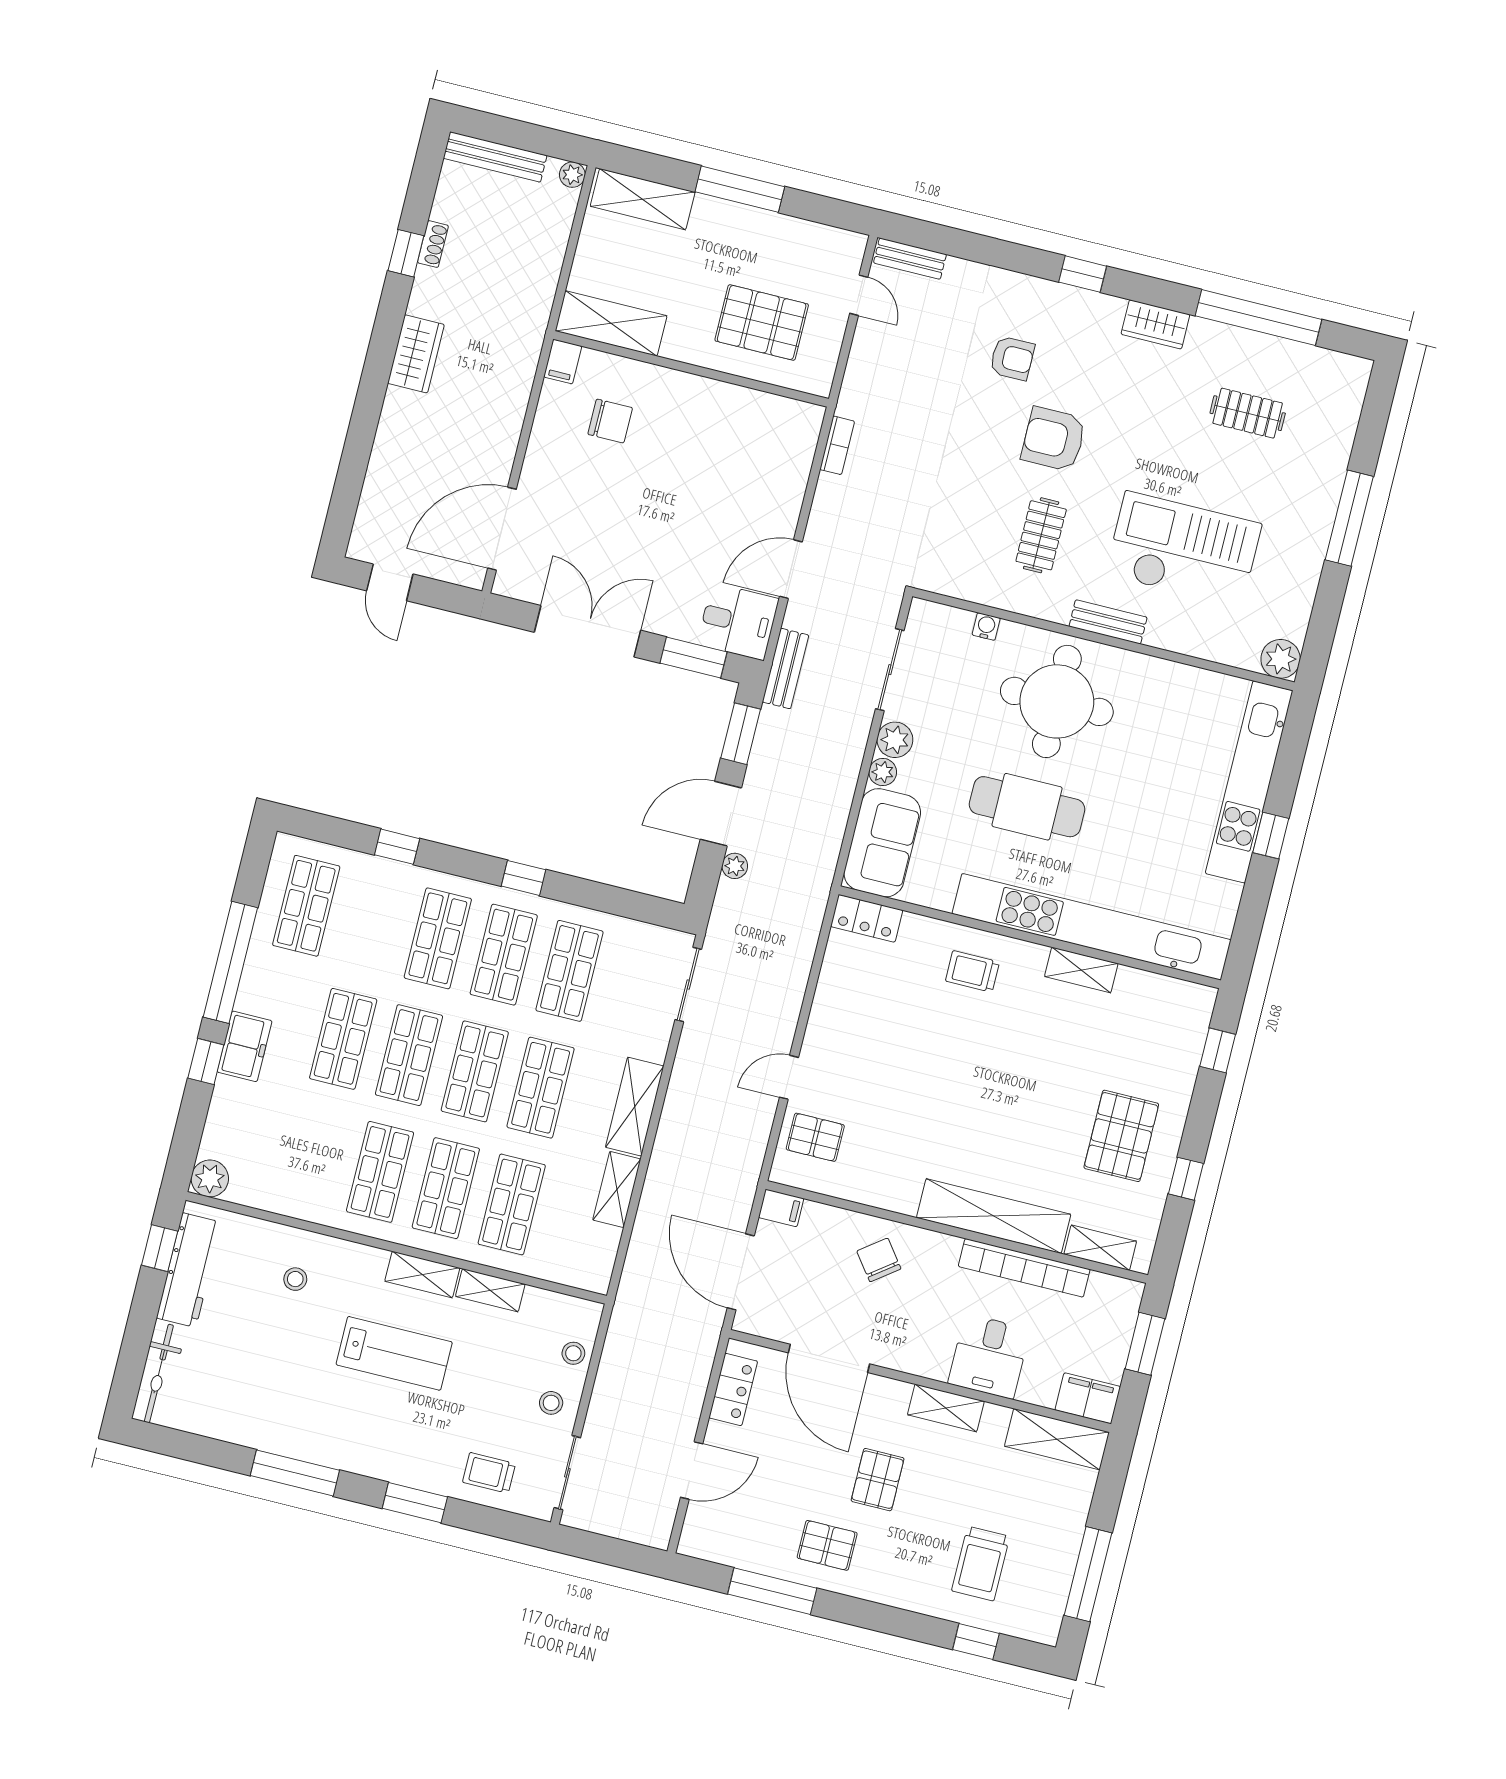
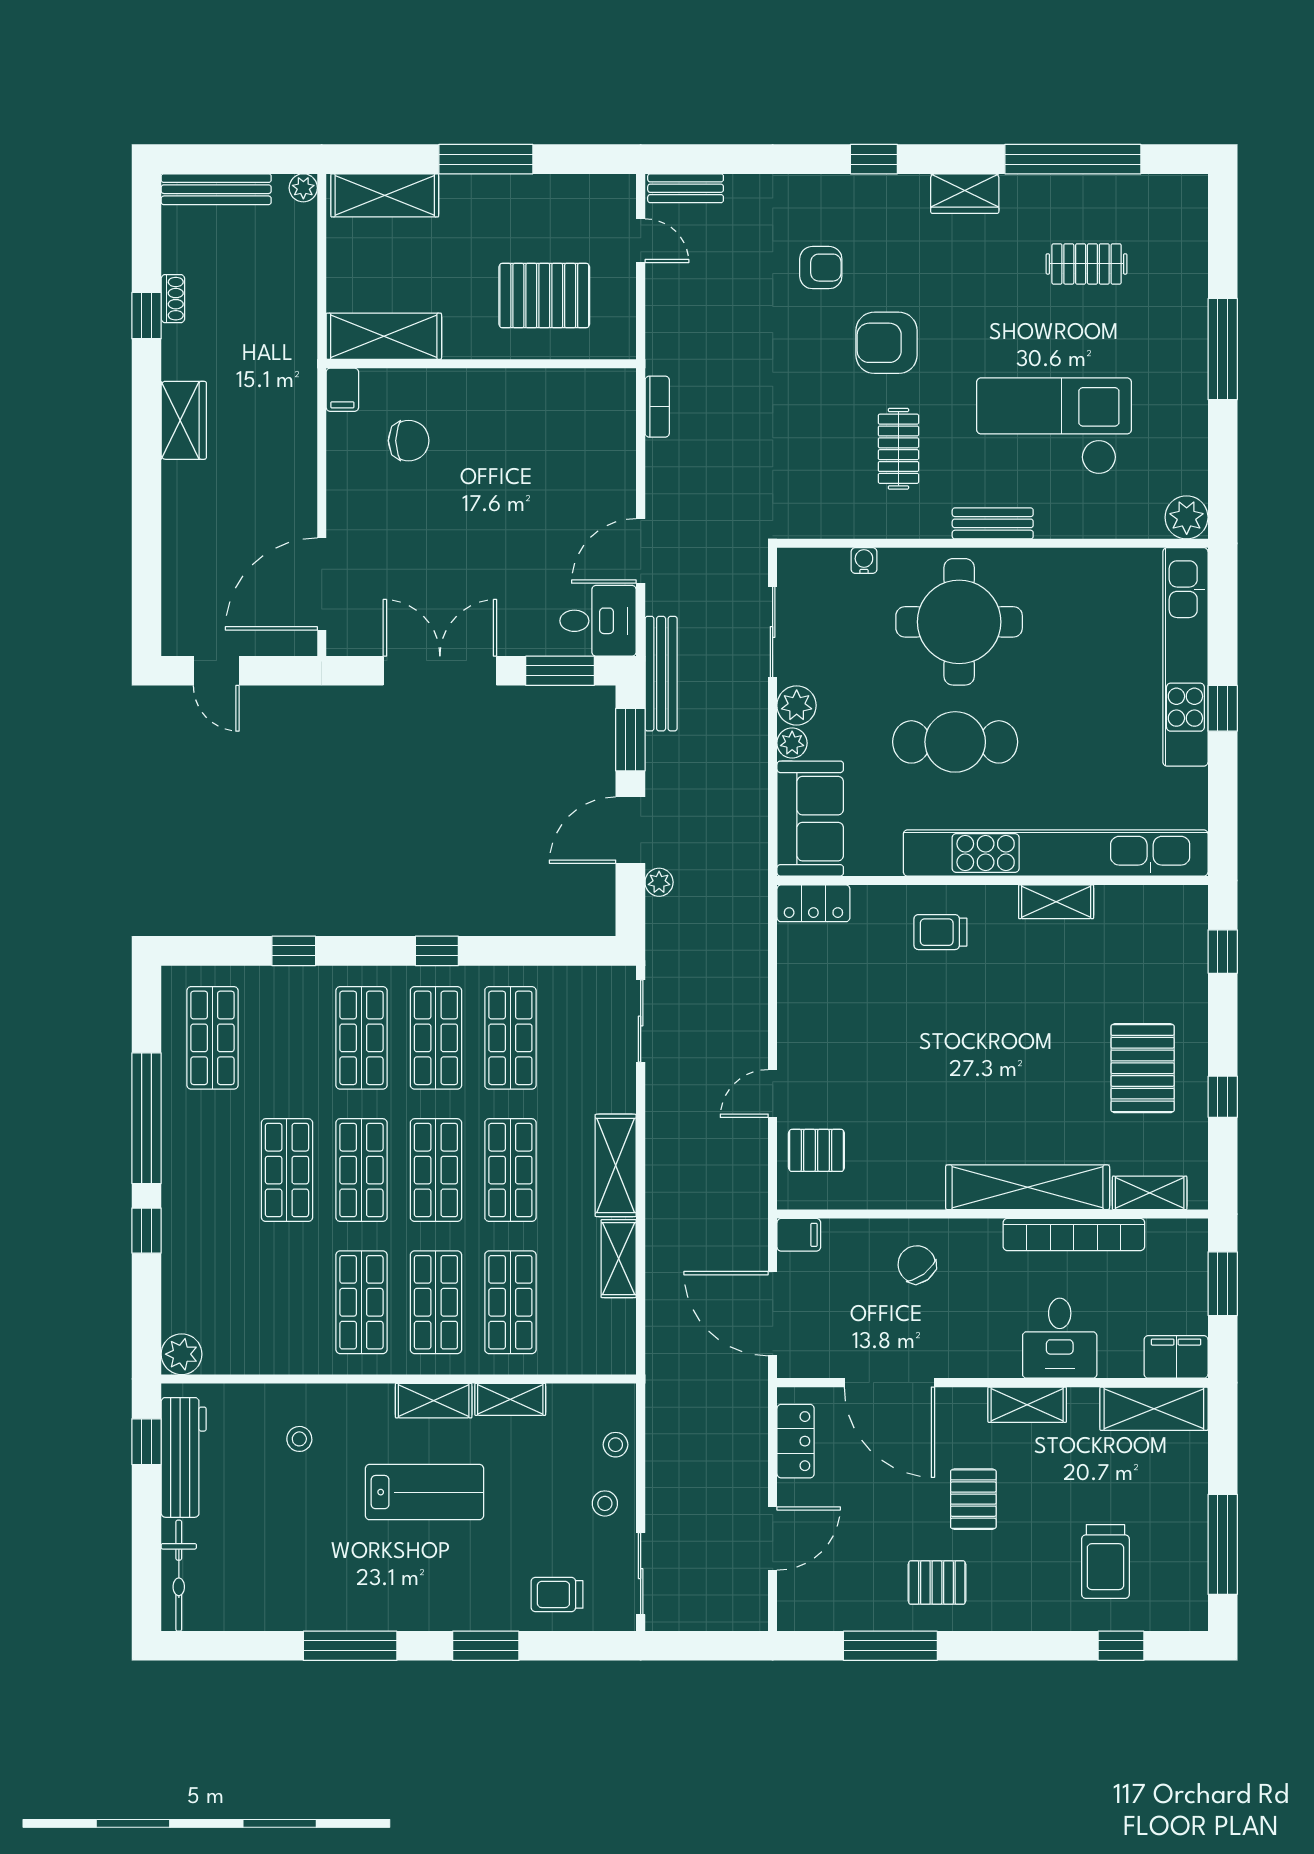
bench: (786, 669) -> (661, 674), width x1.36
freezer: (245, 1046) -> (184, 1204), removed

